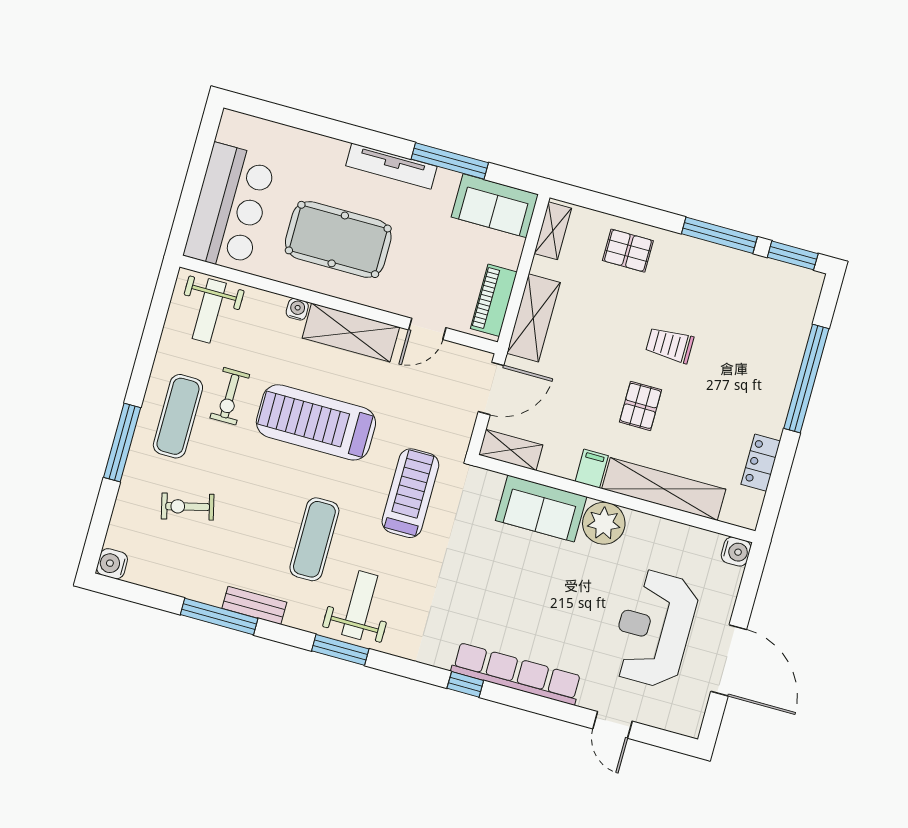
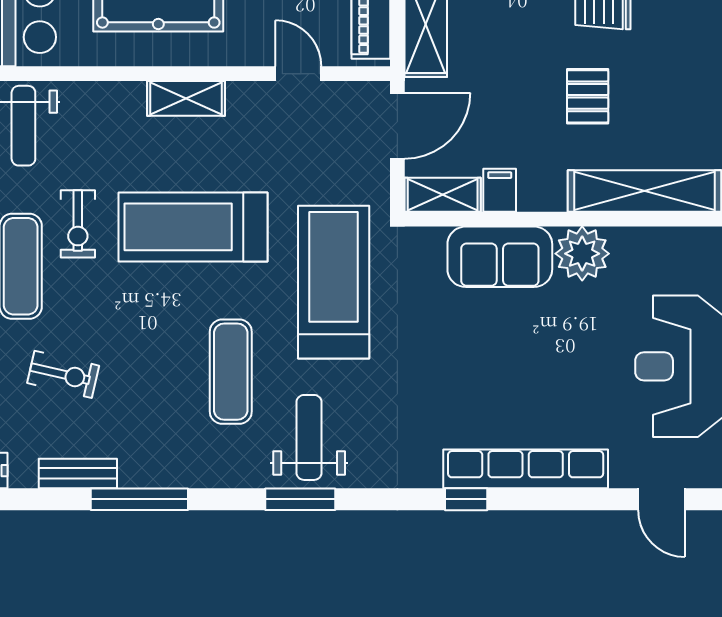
water cooler: (297, 309) -> (131, 94), removed
door: (427, 329) -> (298, 74), swing flipped
shelving: (351, 333) -> (186, 98), width x0.67, depth x0.75
filing cabinet: (592, 469) -> (500, 190), moved
treadmill: (410, 493) -> (334, 282), width x1.37, depth x1.38
exercise bike: (188, 507) -> (63, 374), turned -153
bench: (254, 605) -> (78, 474), moved

